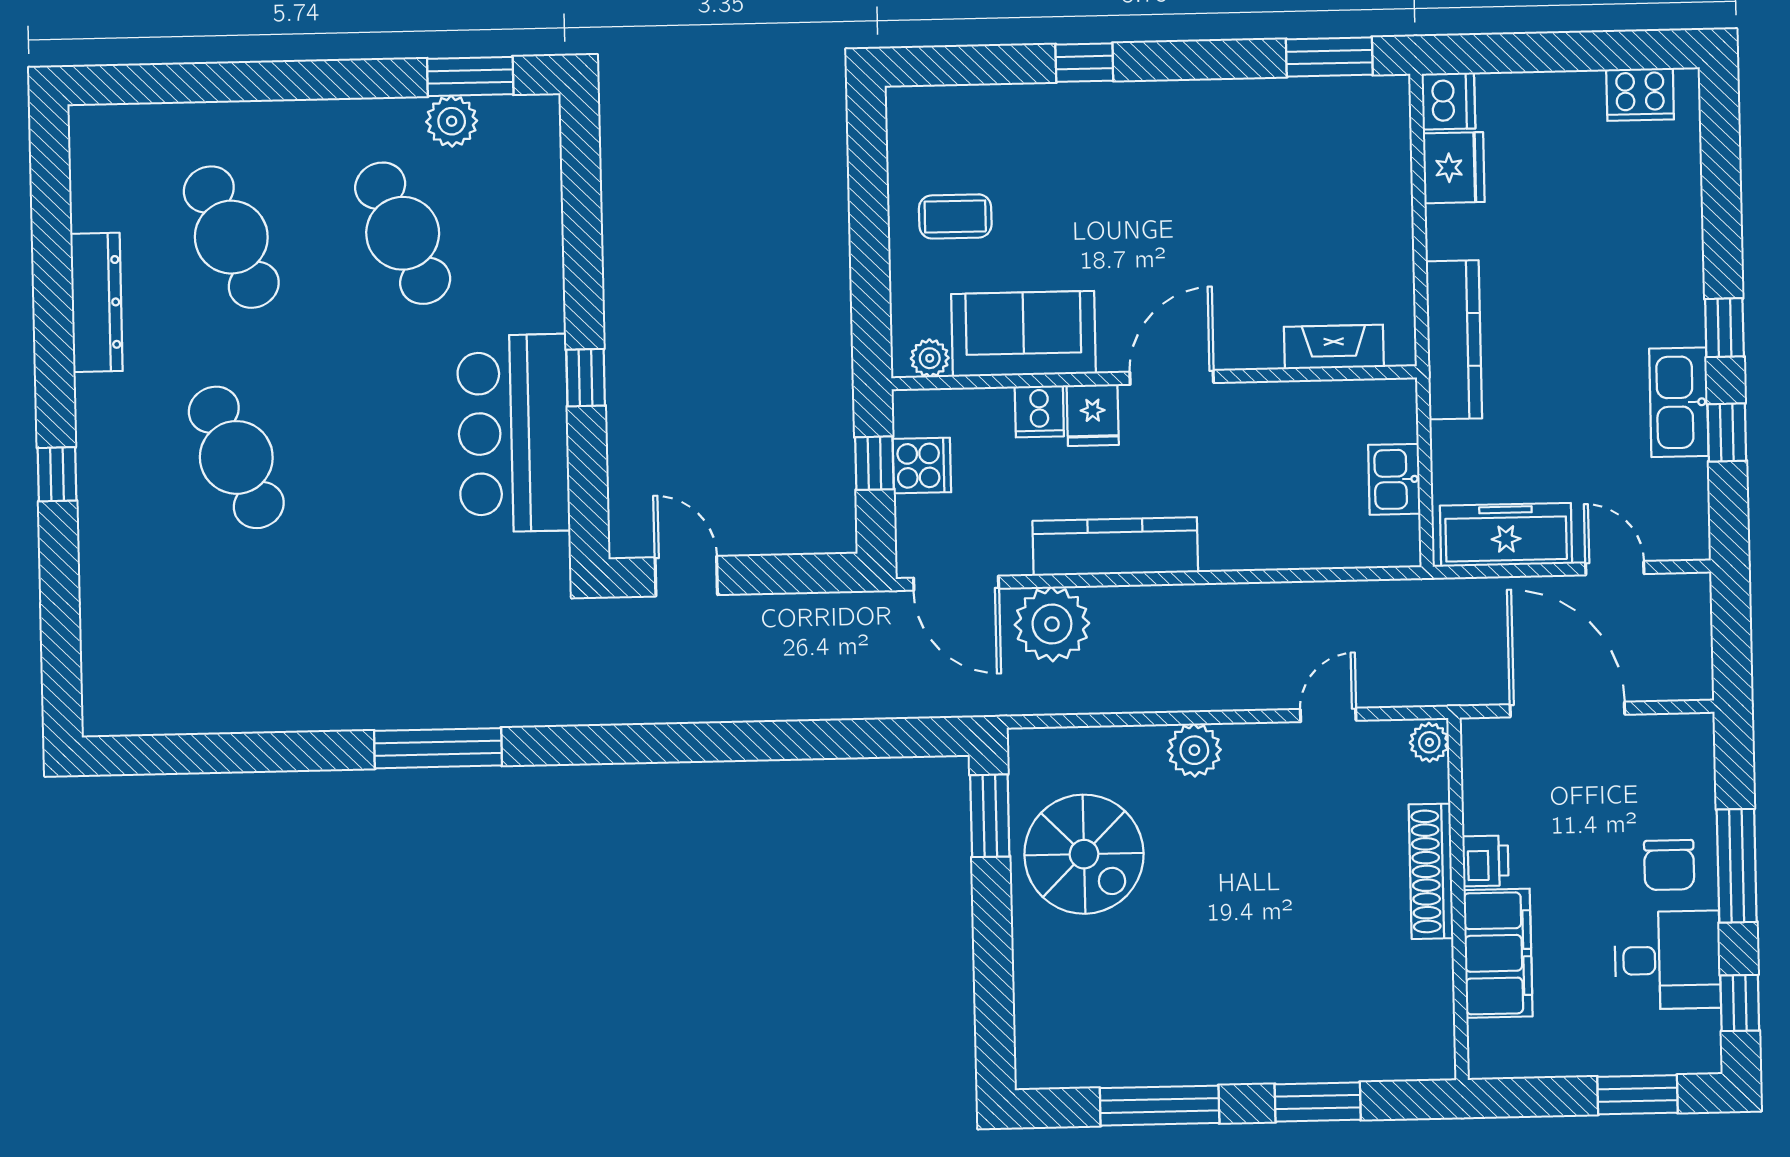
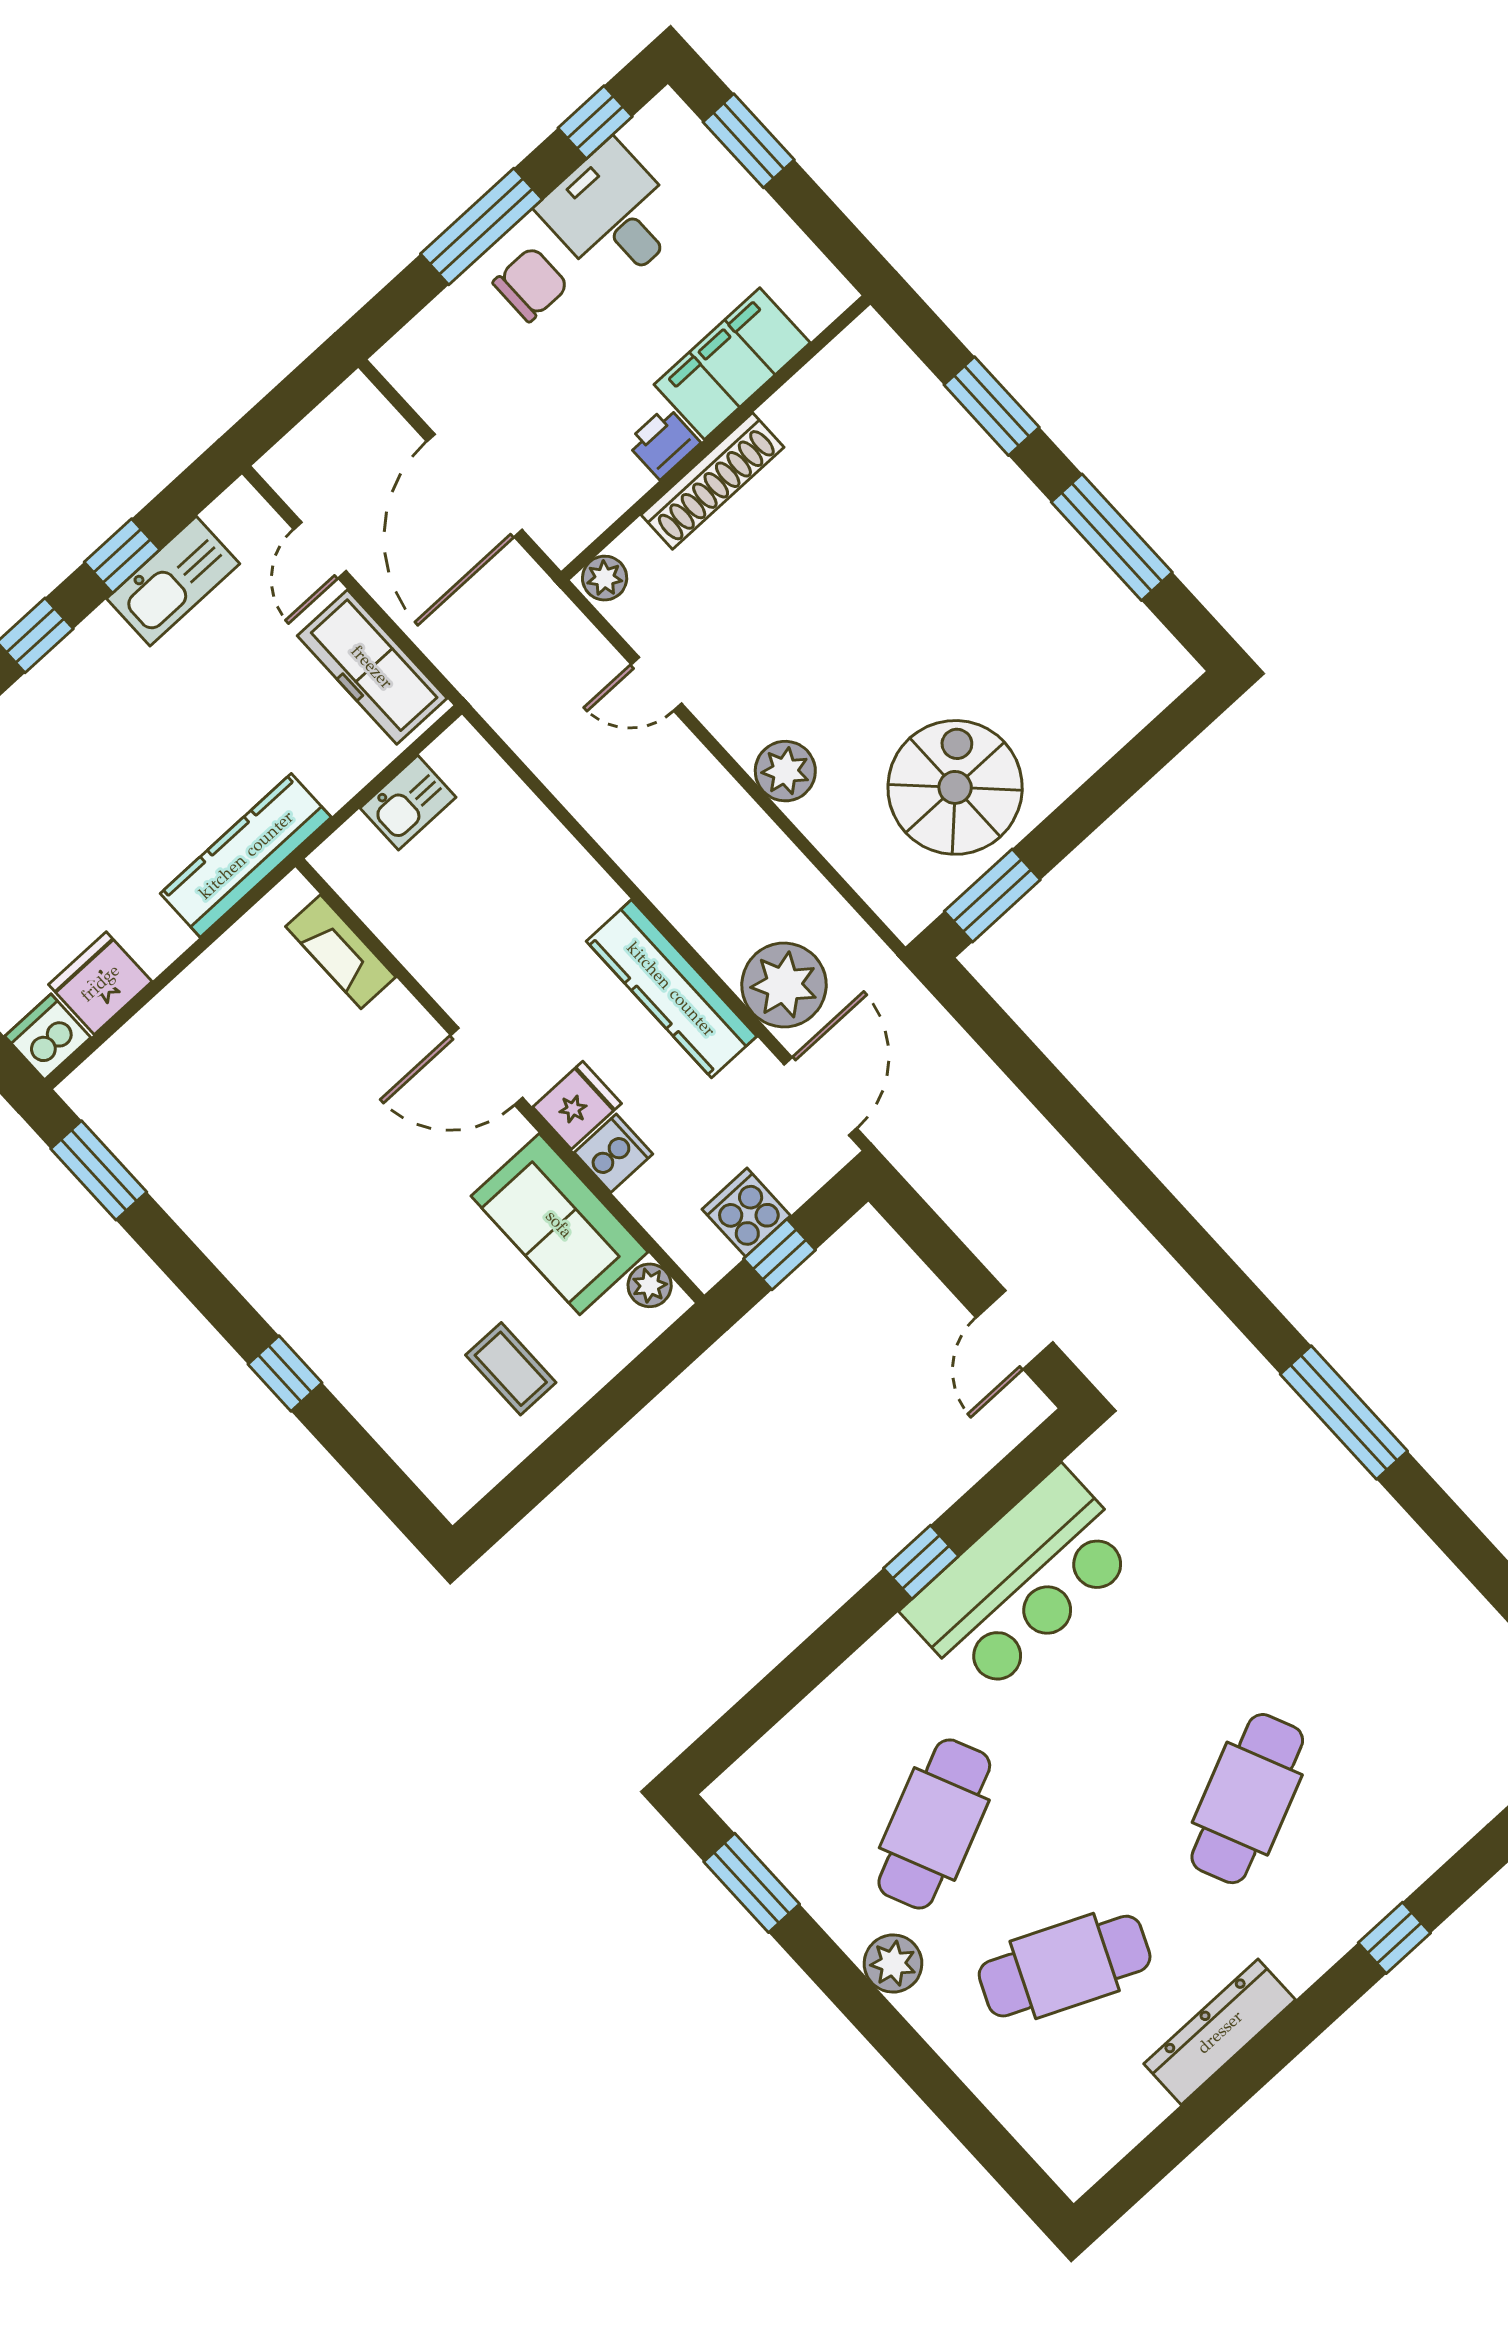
plant: (452, 121) -> (893, 1963), moved
cafe table: (231, 237) -> (1065, 1966), turned 48
kitchen sink: (1679, 402) -> (173, 581), moved

